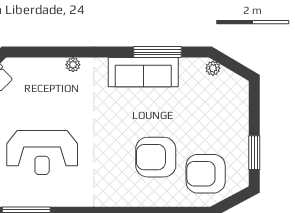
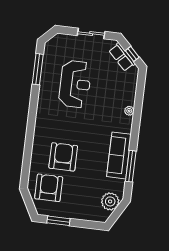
plant: (213, 68) -> (110, 201), width x1.87, depth x1.87
reception desk: (42, 153) -> (75, 84), turned 180

